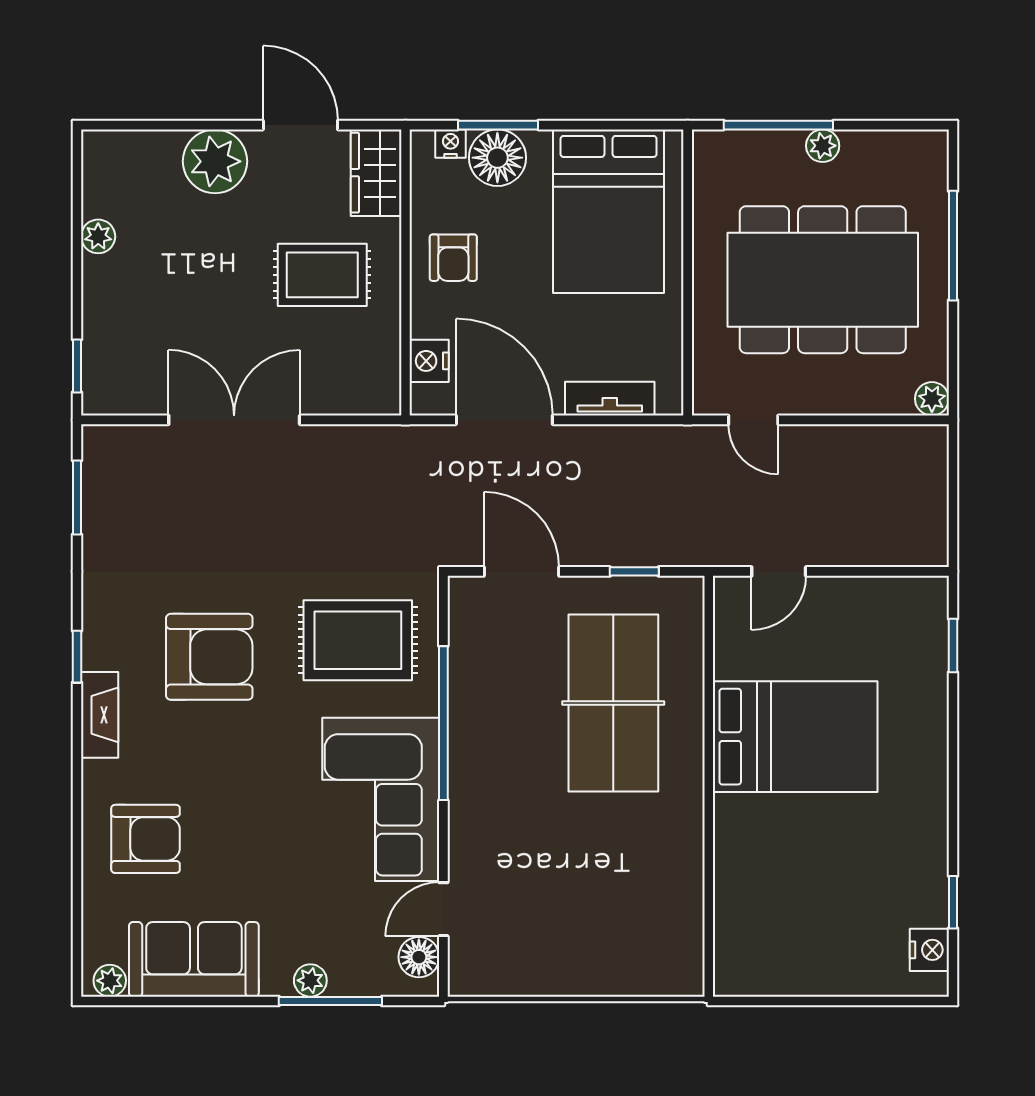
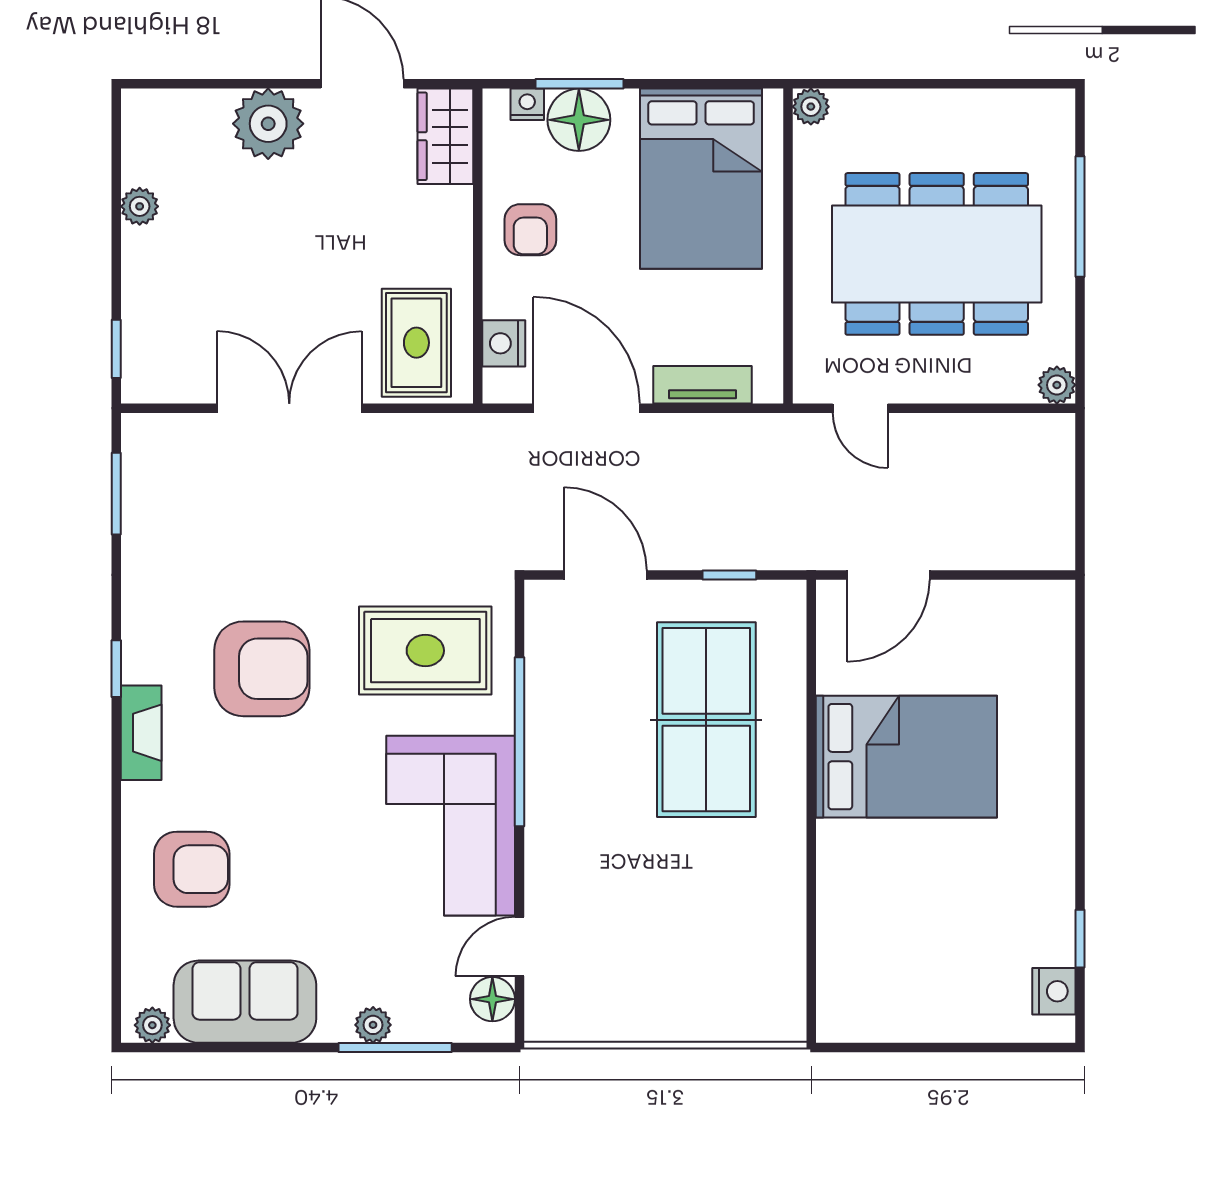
window: (778, 125) -> (888, 84), removed
plant: (823, 146) -> (811, 107), moved
rug: (322, 275) -> (416, 343), moved, turned 90
door: (779, 571) -> (888, 575), width x1.38
window: (953, 645) -> (1080, 656), removed

